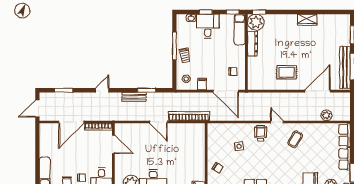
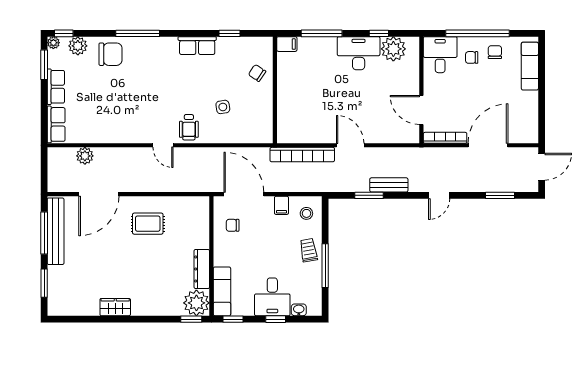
coffee table: (295, 139) -> (134, 118), removed

